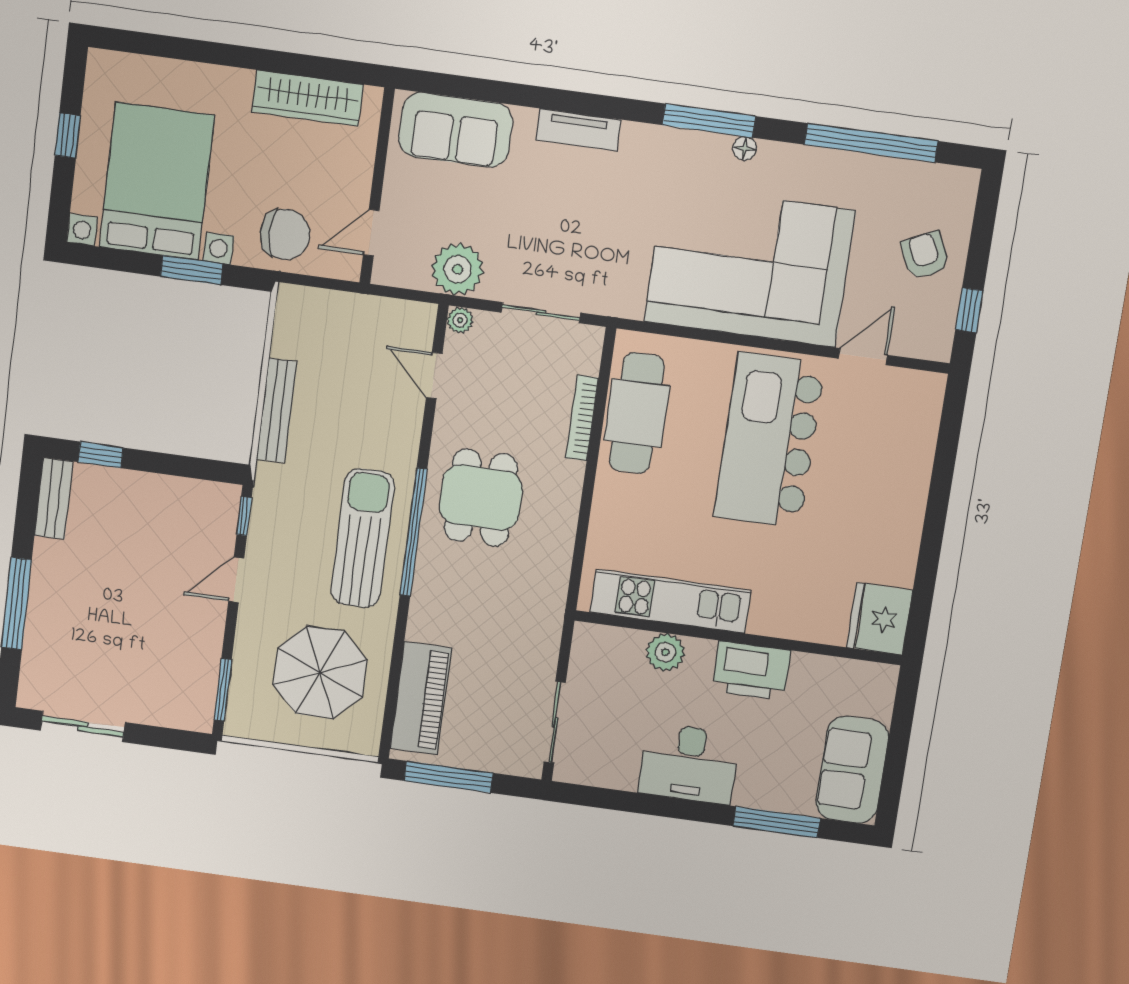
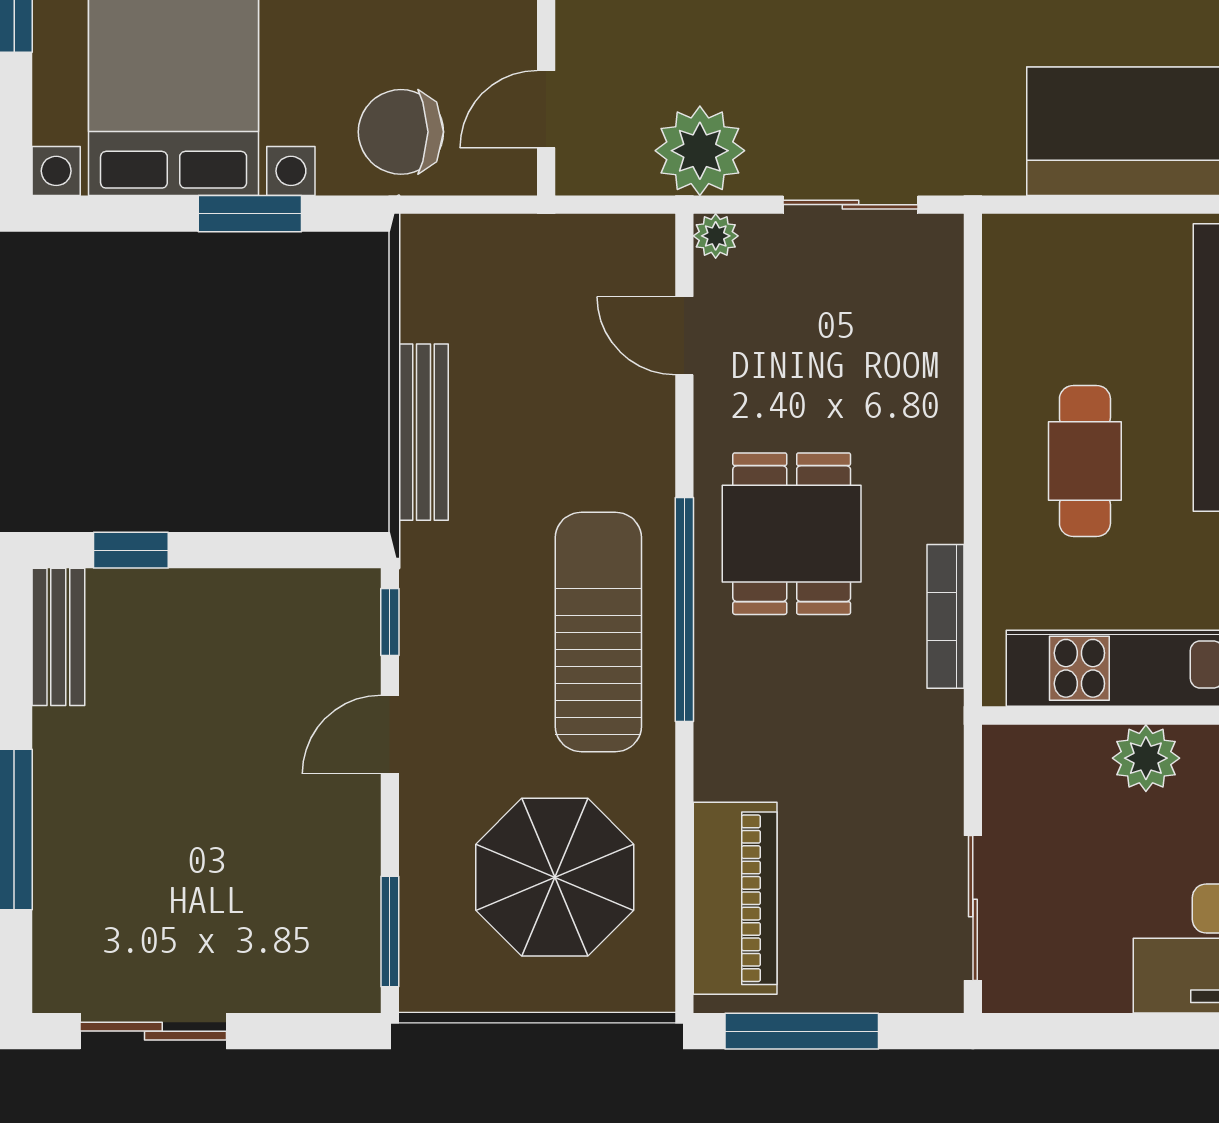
chair: (285, 234) -> (401, 132), turned 180
cafe table: (637, 413) -> (1085, 461), moved, width x0.73, depth x0.74
bookcase: (582, 418) -> (945, 616), moved

